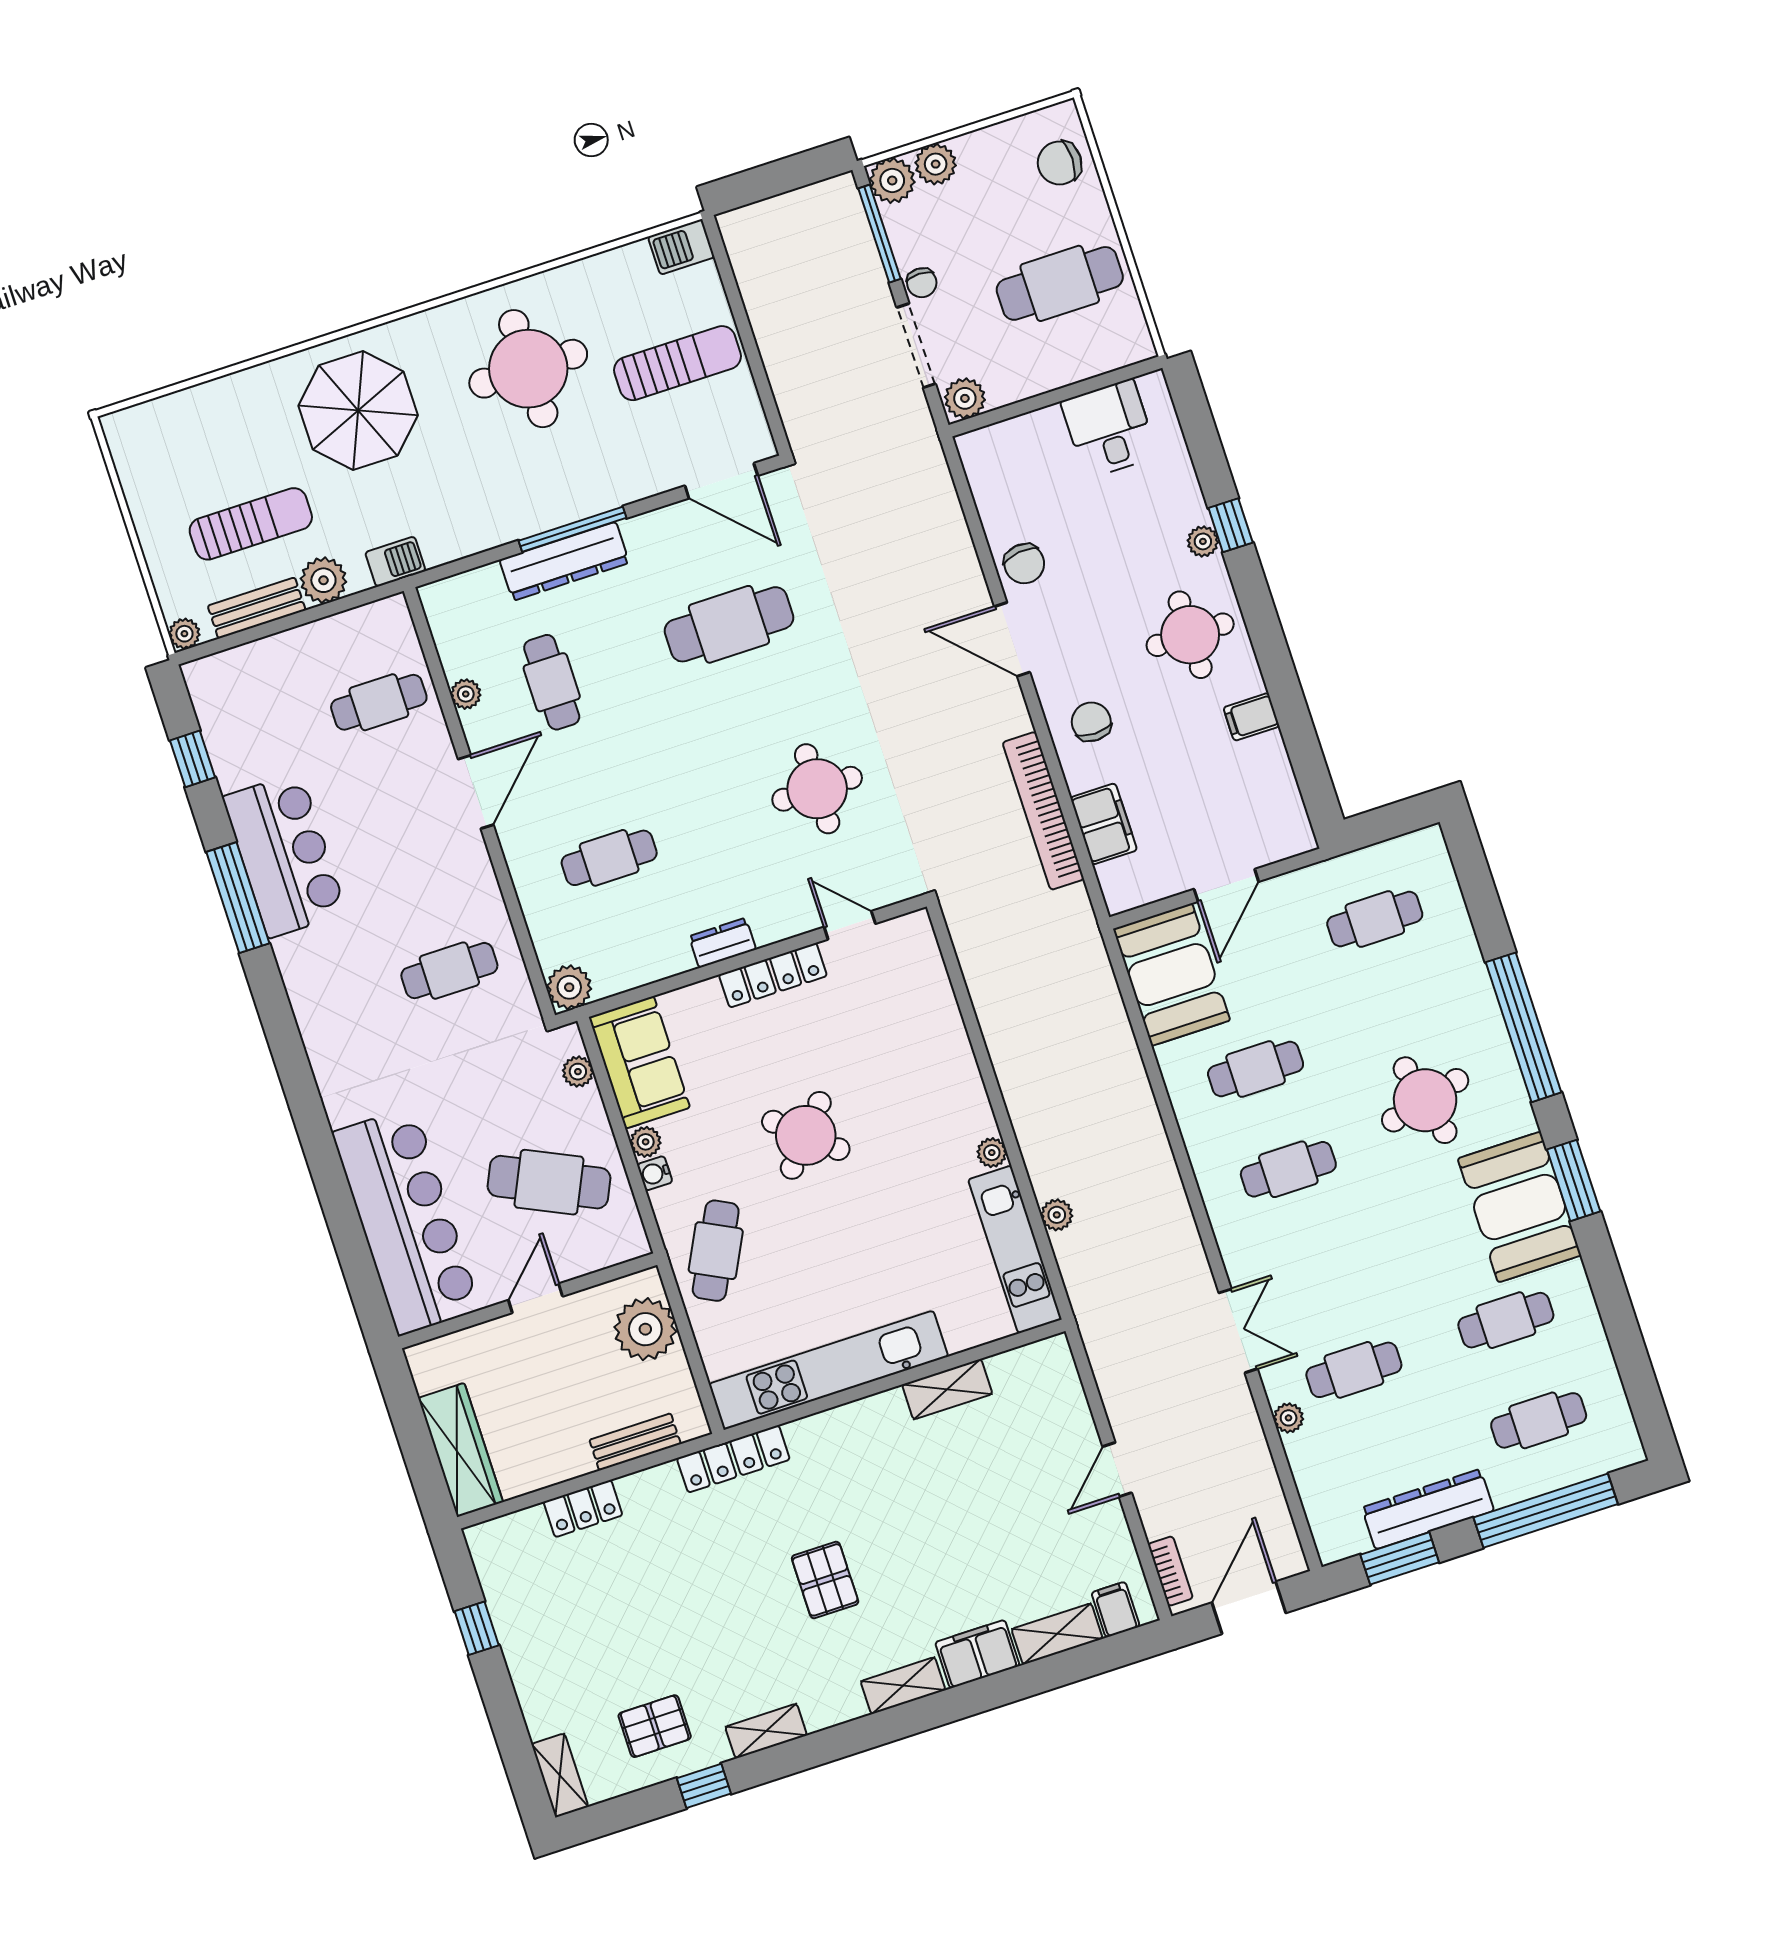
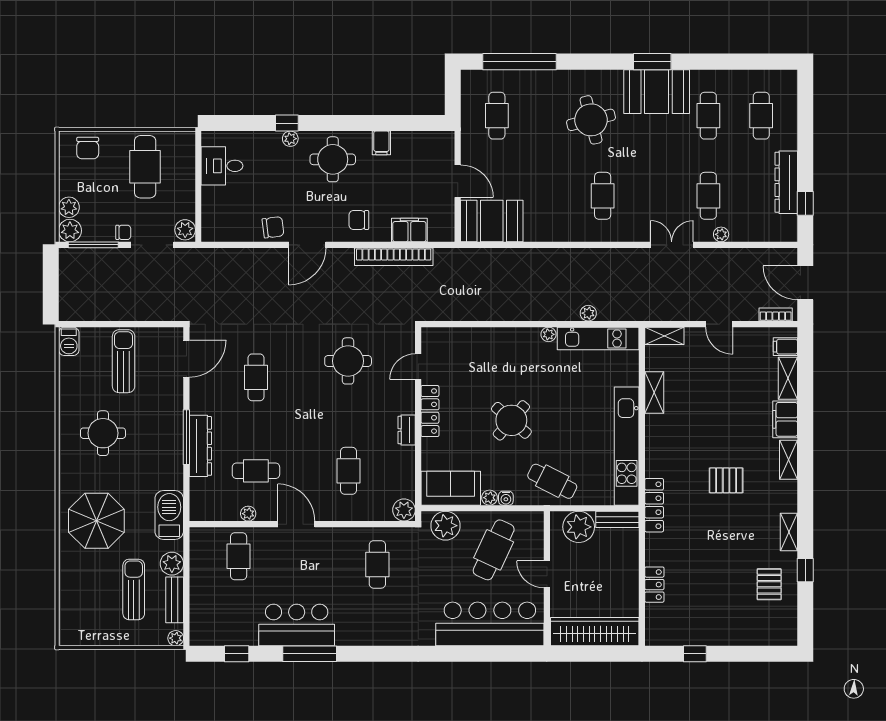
round table: (528, 369) -> (103, 433), width x0.73, depth x0.73
barbecue: (395, 562) -> (169, 515), width x1.88, depth x1.53
cafe table: (729, 624) -> (256, 377), width x0.73, depth x0.74
window: (1524, 1027) -> (519, 62), moved
cafe table: (1256, 1069) -> (550, 196), removed
plant: (578, 1072) -> (445, 526), width x1.88, depth x1.88
bench: (635, 1442) -> (617, 519), moved, turned 90
wardrobe: (461, 1450) -> (595, 632), width x1.40, depth x1.17
window: (1546, 1511) -> (805, 126), removed
window: (1400, 1558) -> (805, 203), width x0.67
shelving: (560, 1775) -> (664, 336), moved

